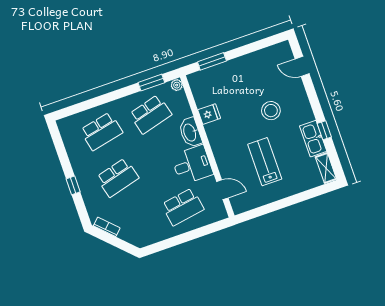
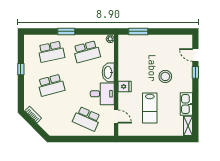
window: (151, 83) -> (66, 31), moved
fridge: (209, 114) -> (125, 86), moved
window: (324, 130) -> (195, 72), moved
lab bench: (265, 162) -> (150, 108), turned 180
window: (73, 185) -> (21, 69), moved
school desk: (183, 207) -> (87, 119), turned 33

